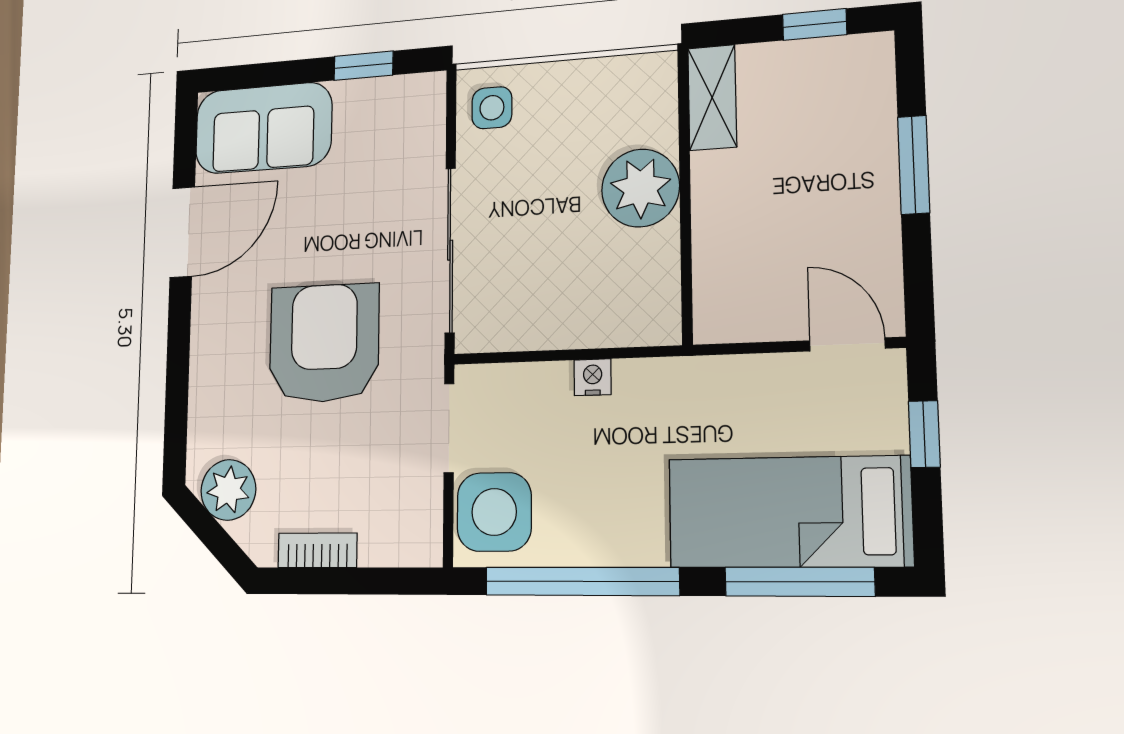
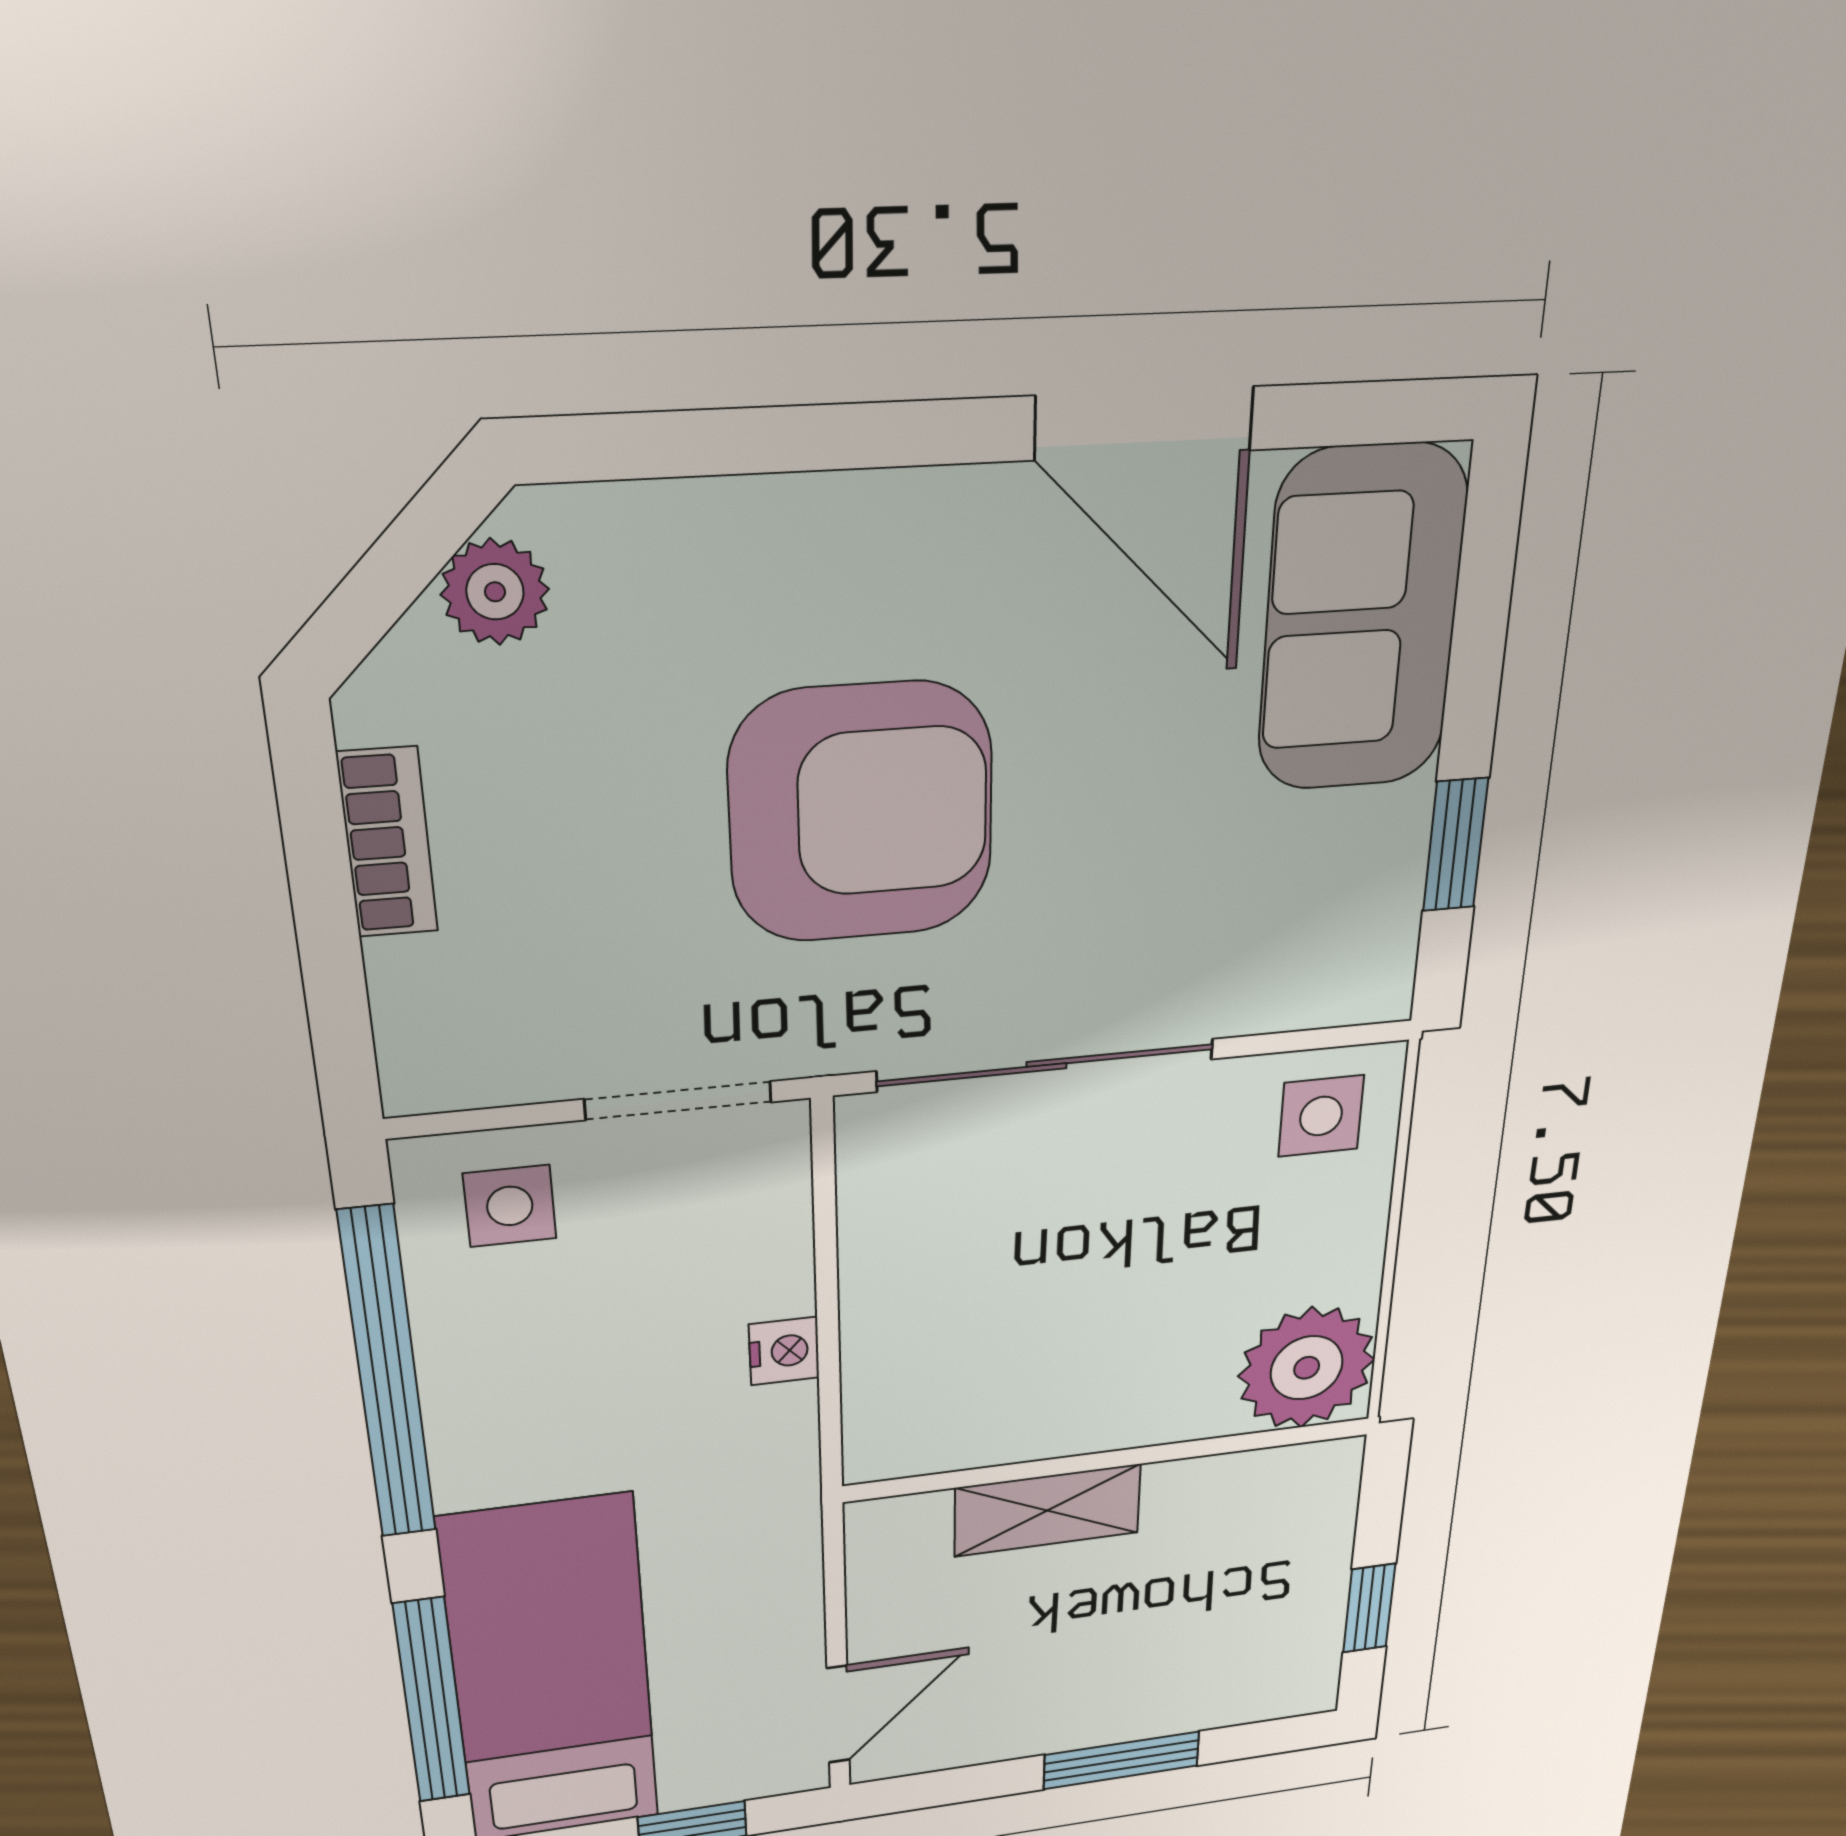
shelving: (712, 98) -> (1048, 1510), moved
plant: (641, 188) -> (1307, 1368), moved
plant: (228, 490) -> (495, 592), width x0.73, depth x0.73
side table: (494, 512) -> (510, 1206), width x0.54, depth x0.54

